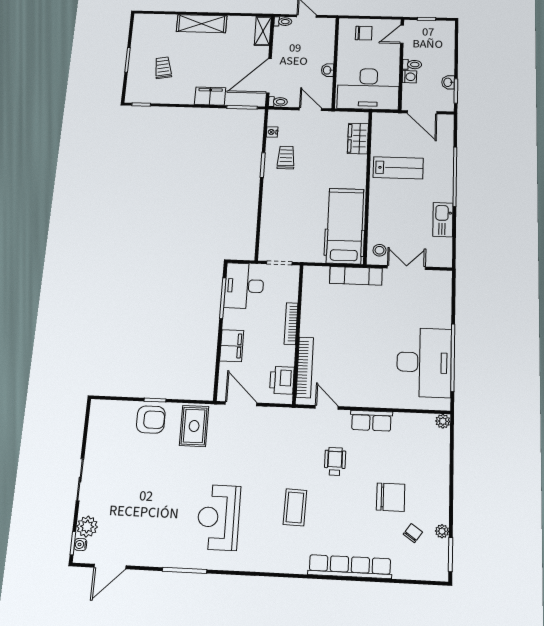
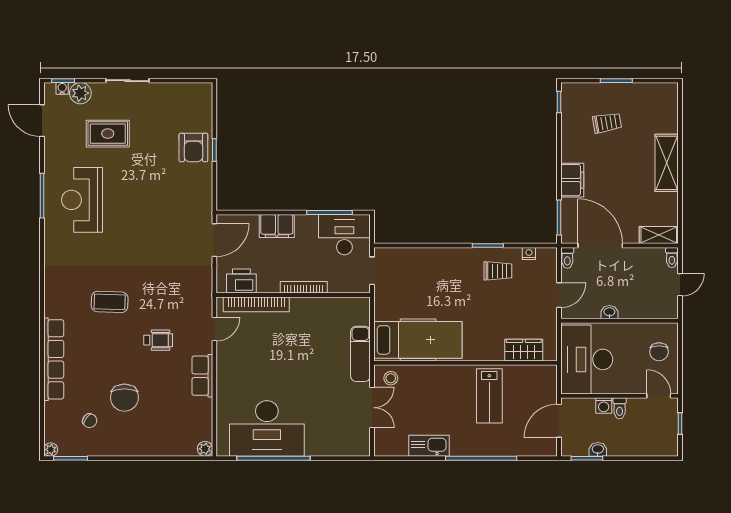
rug: (194, 426) -> (108, 134), moved
reception desk: (219, 517) -> (82, 200), moved, turned -90
plant: (442, 531) -> (51, 450), moved

